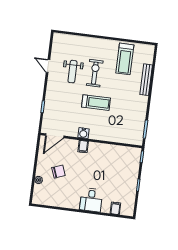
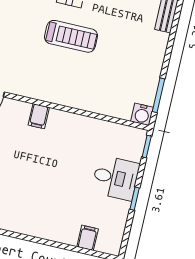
water cooler: (83, 133) -> (142, 114), moved
desk: (91, 200) -> (115, 178), moved, turned -90

